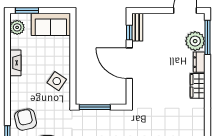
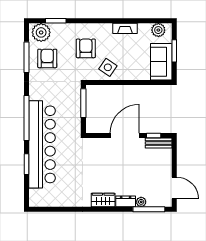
window: (27, 11) -> (174, 51), moved
plant: (195, 41) -> (141, 202), width x0.53, depth x0.53
armchair: (25, 120) -> (86, 48), moved, turned -77

